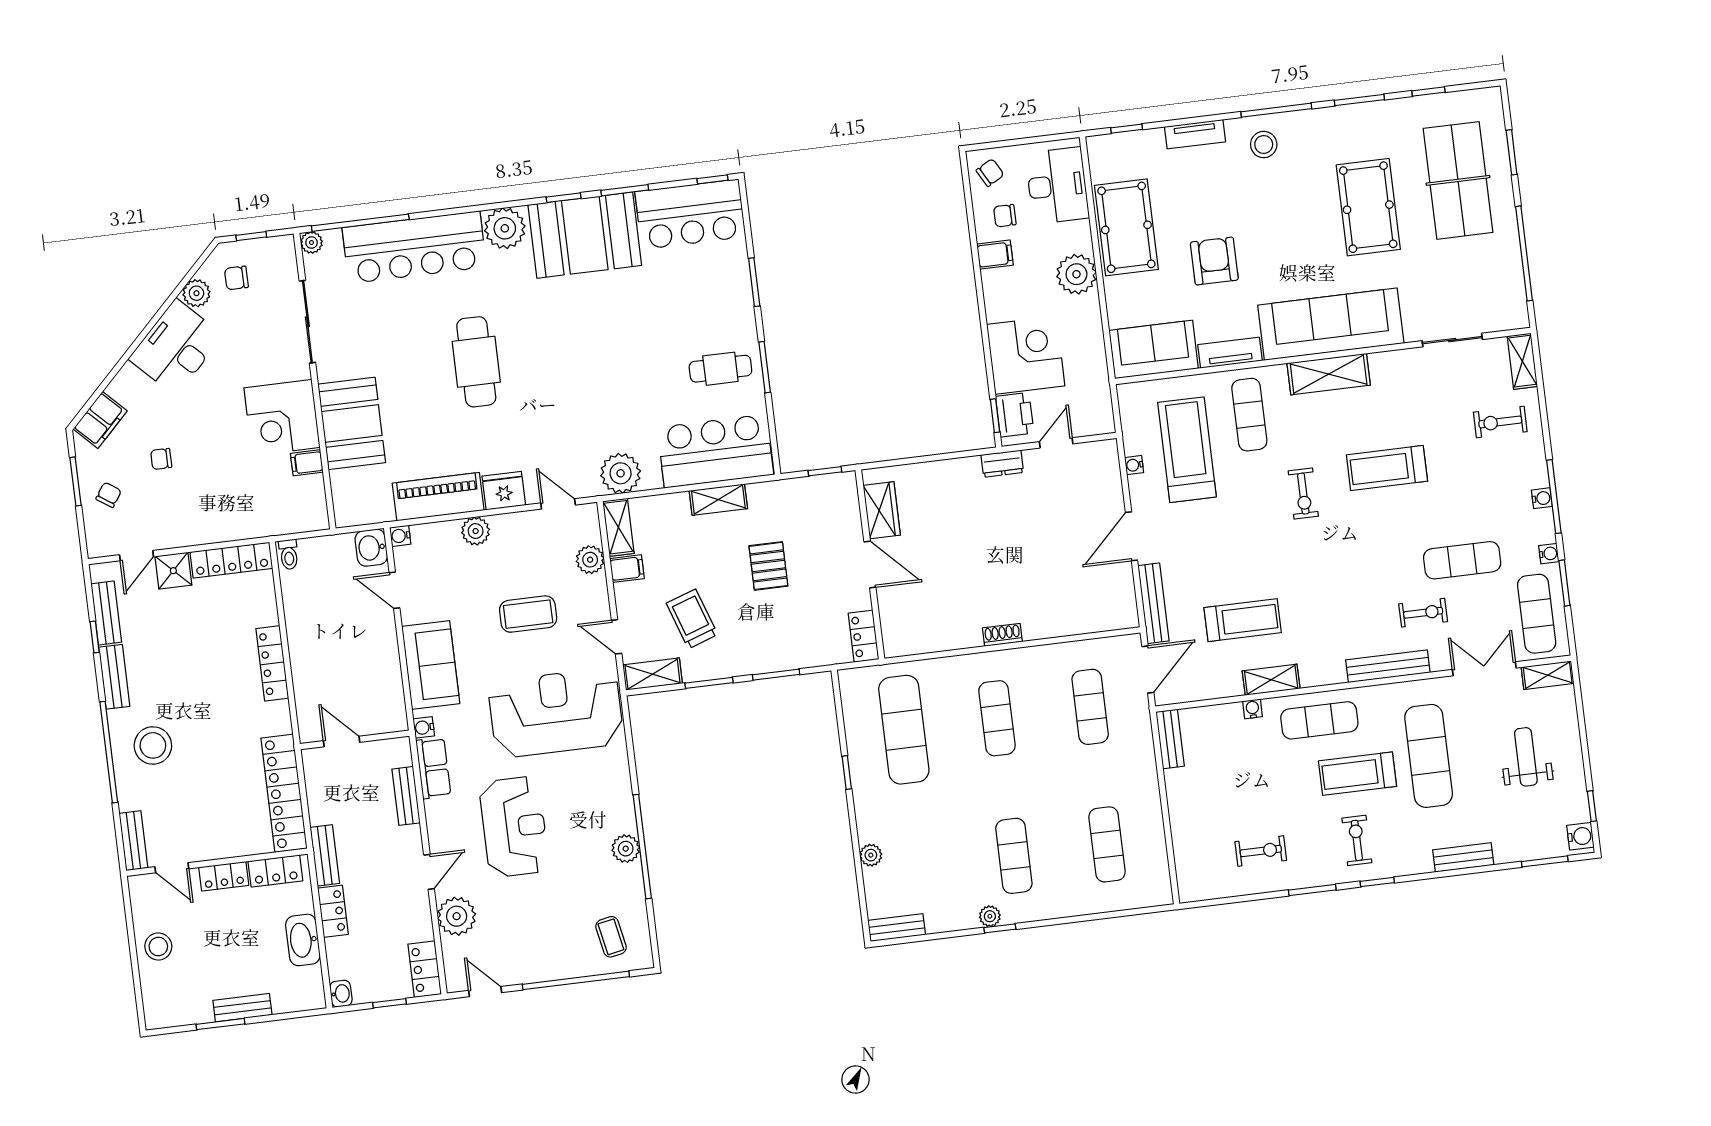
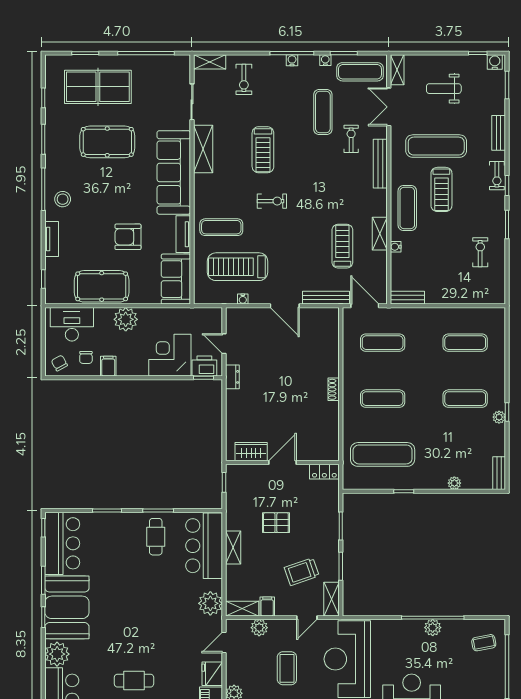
cafe table: (476, 362) -> (134, 681), width x0.73, depth x0.74
shelving: (1329, 374) -> (203, 149), moved
exercise bike: (1357, 840) -> (497, 176), moved, turned -90

